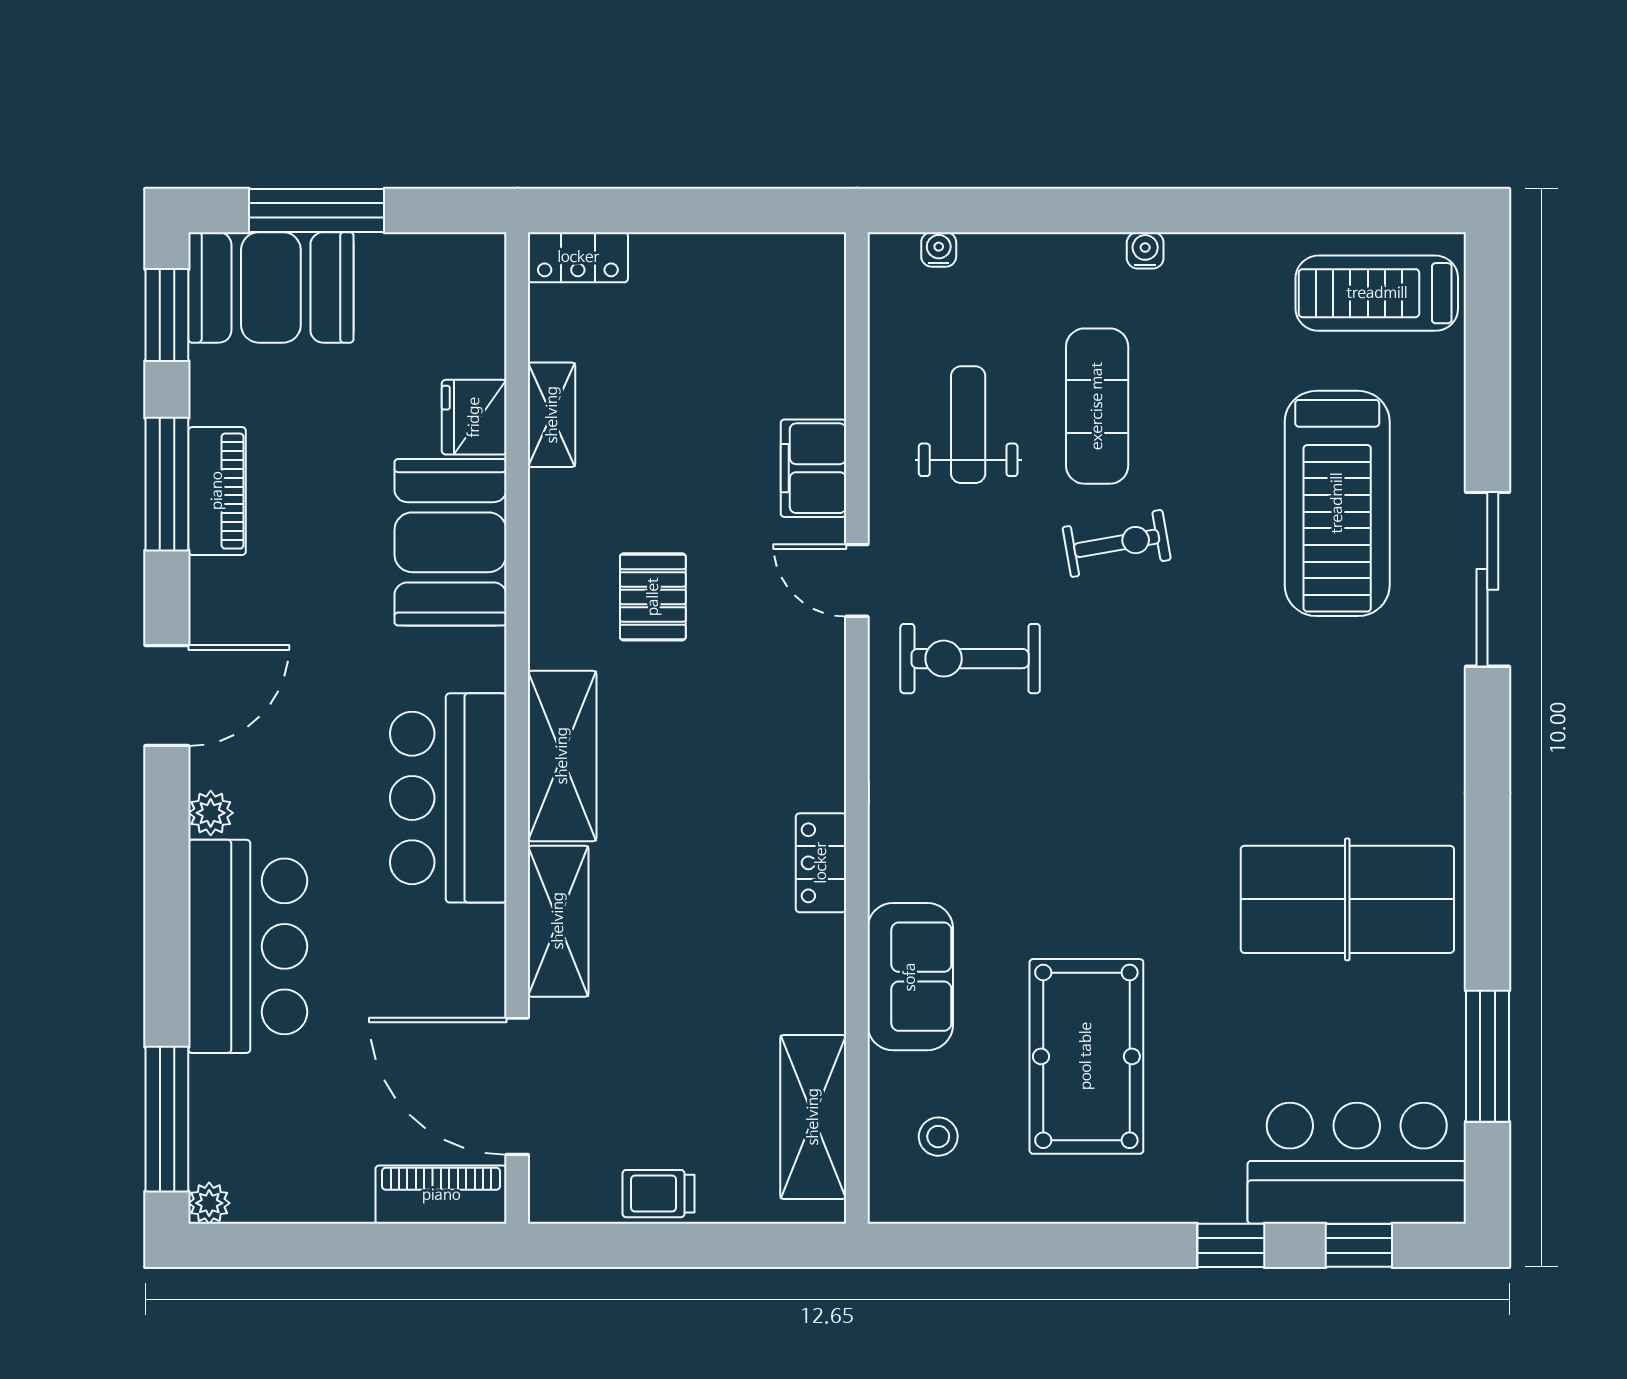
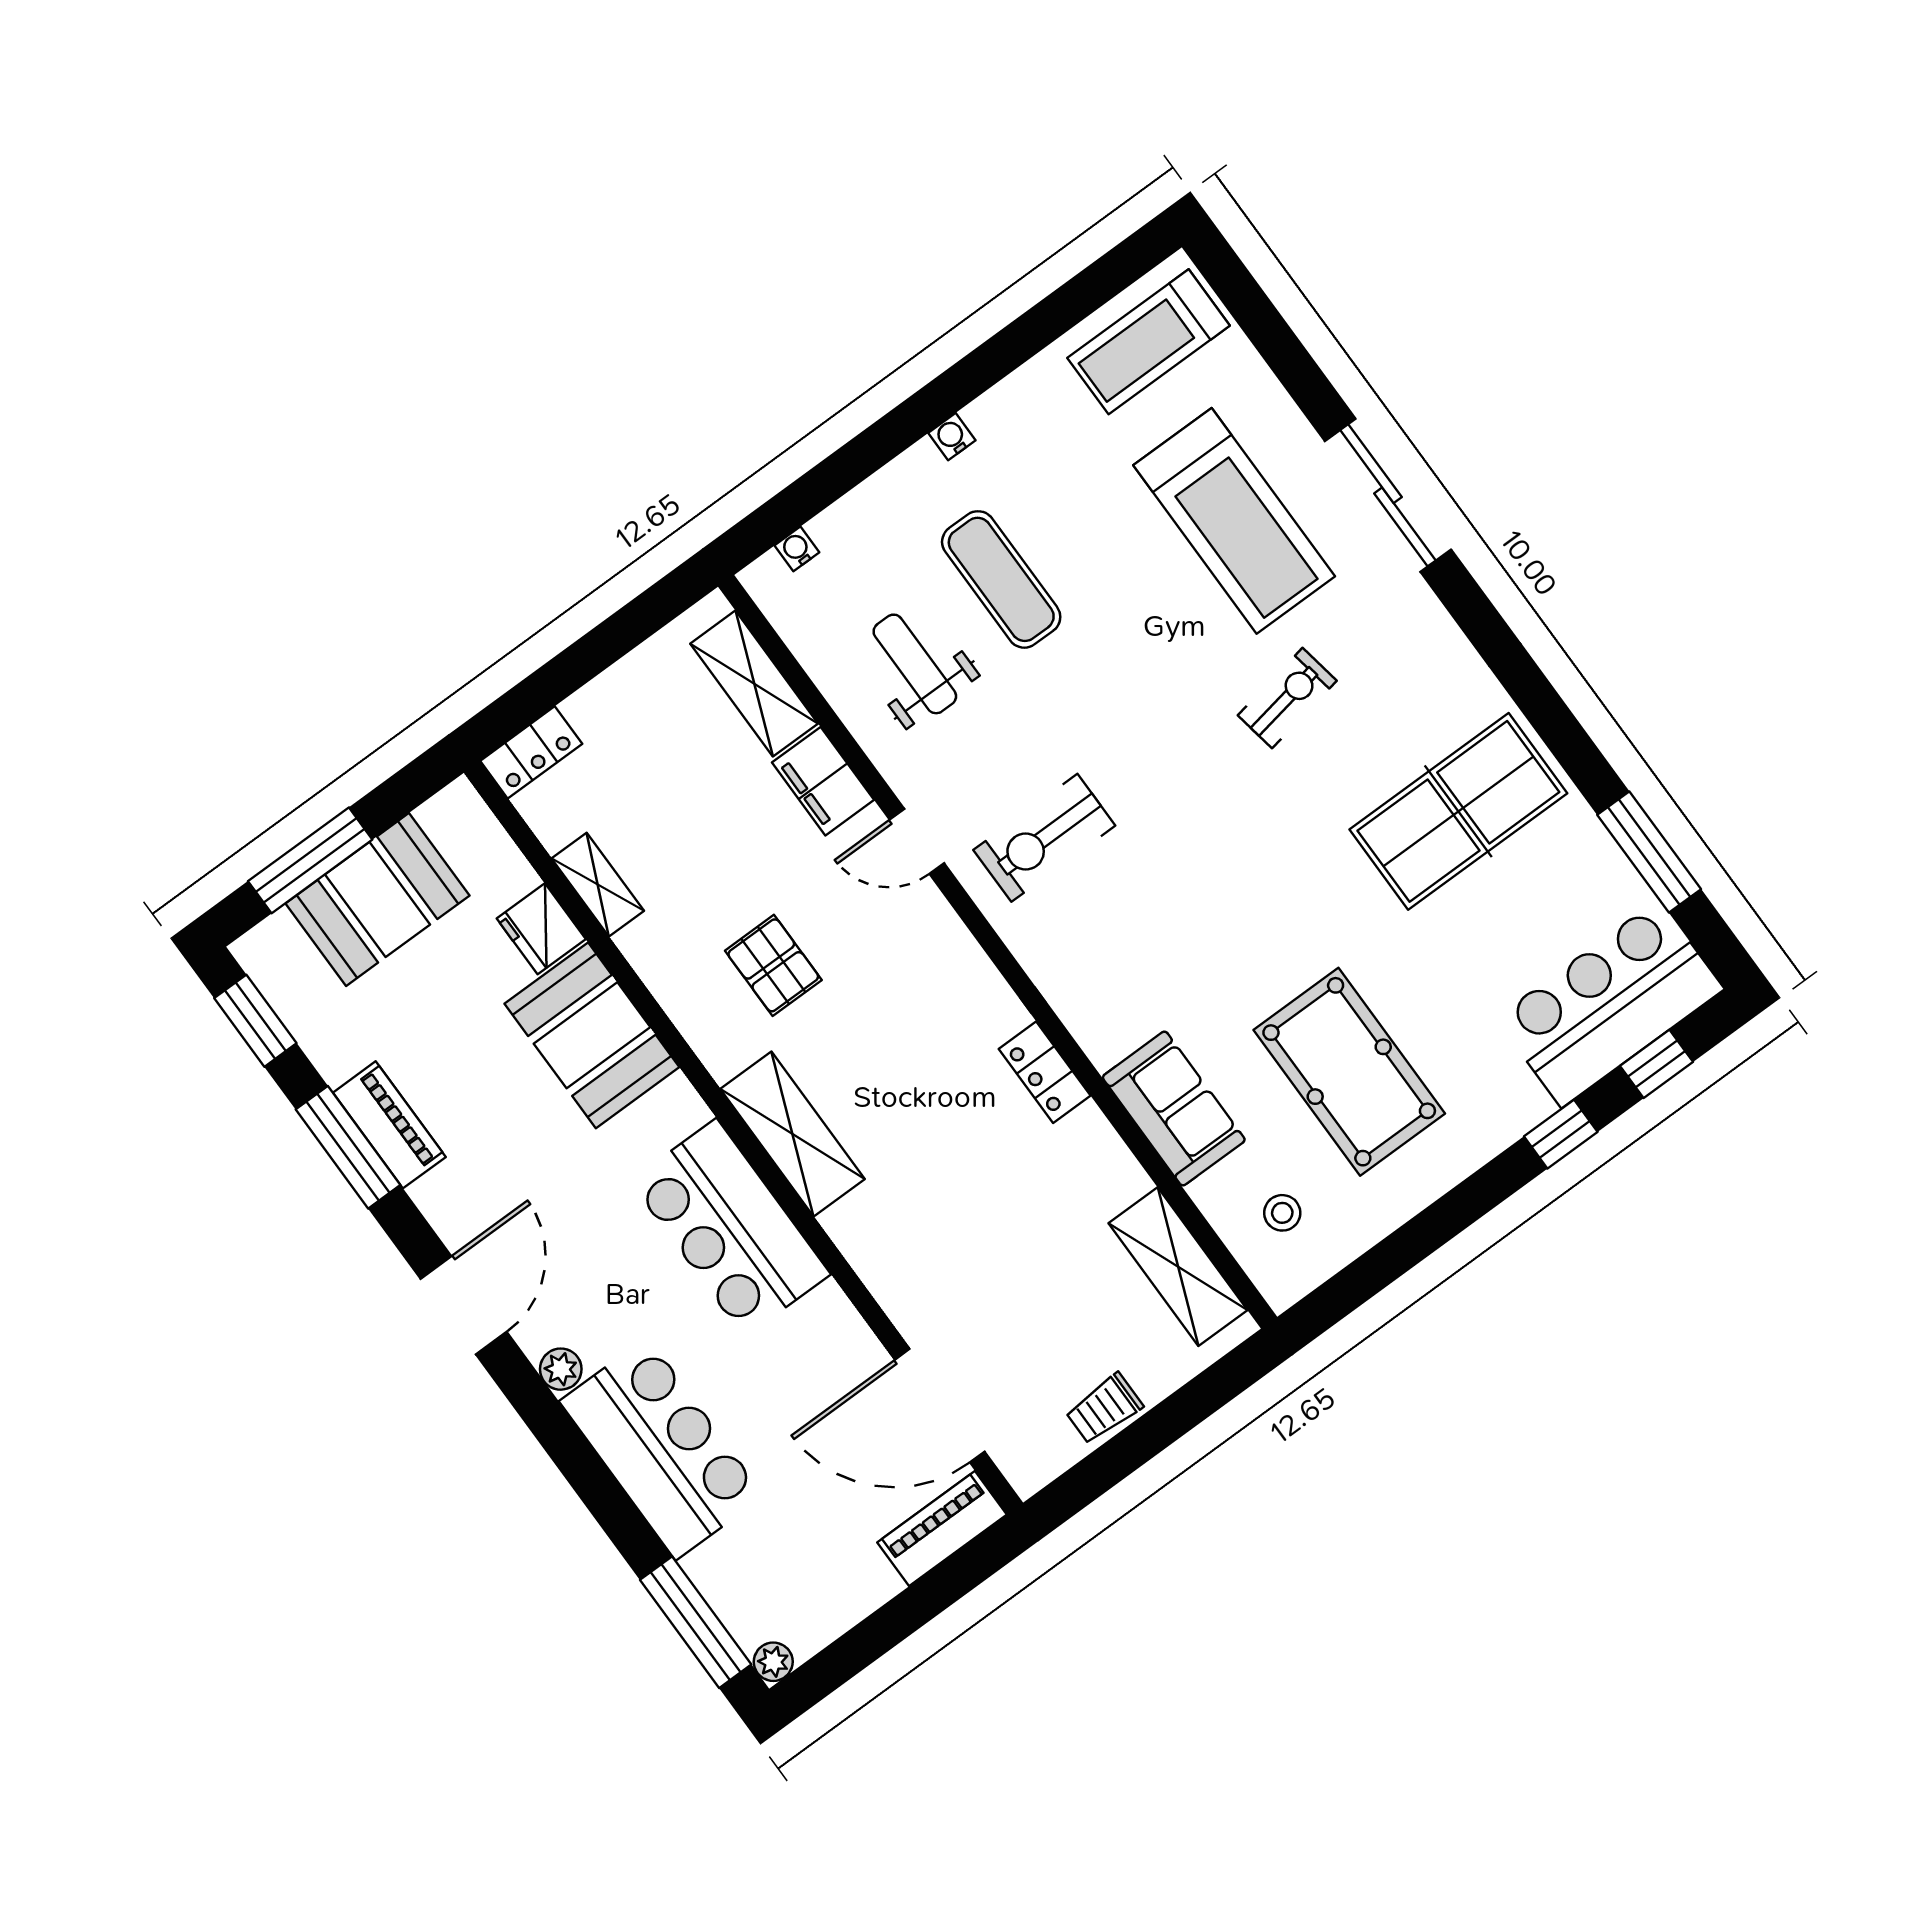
booth: (271, 287) -> (378, 899), moved
exercise bike: (1117, 543) -> (1287, 698), moved
shelving: (558, 921) -> (754, 684), moved

